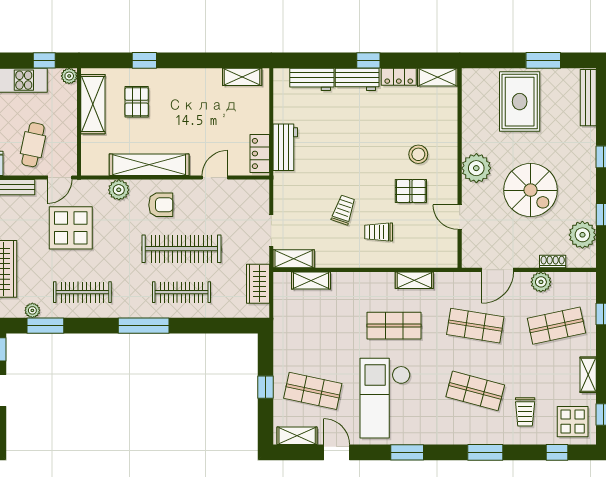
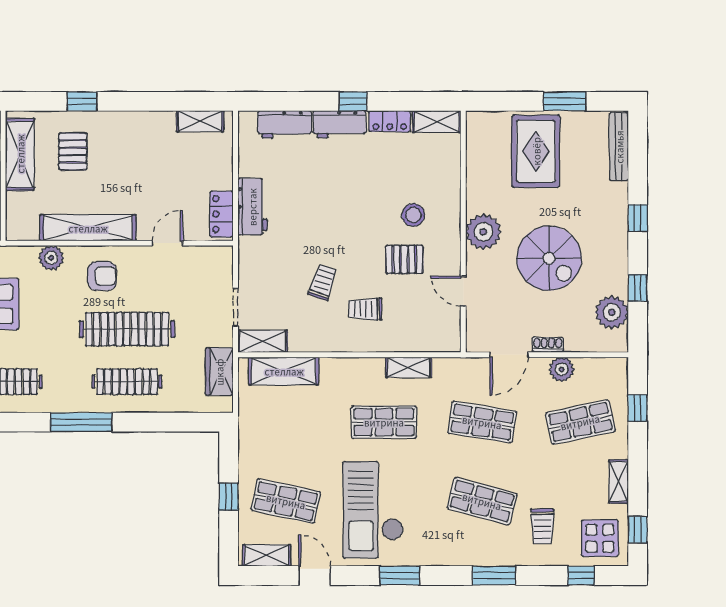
shoe rack: (553, 262) -> (548, 345), moved
shelving: (311, 280) -> (284, 371), width x1.50, depth x1.33

